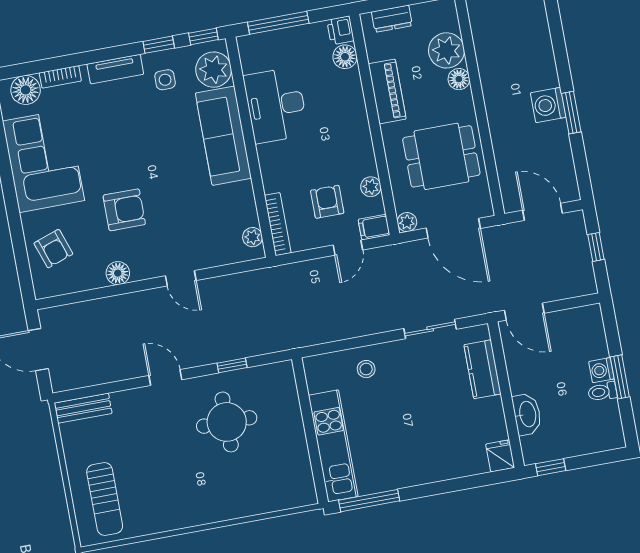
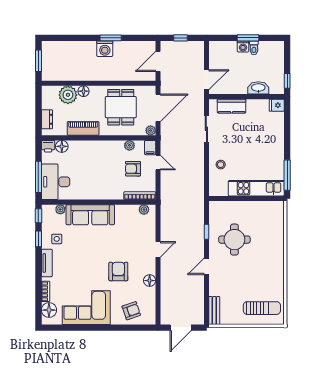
plant: (214, 70) -> (60, 209), width x0.53, depth x0.53
desk: (276, 105) -> (56, 182), moved, turned 90

